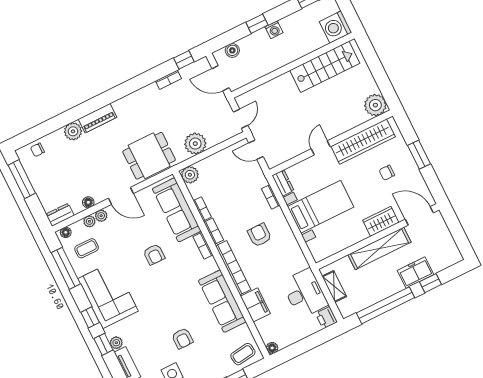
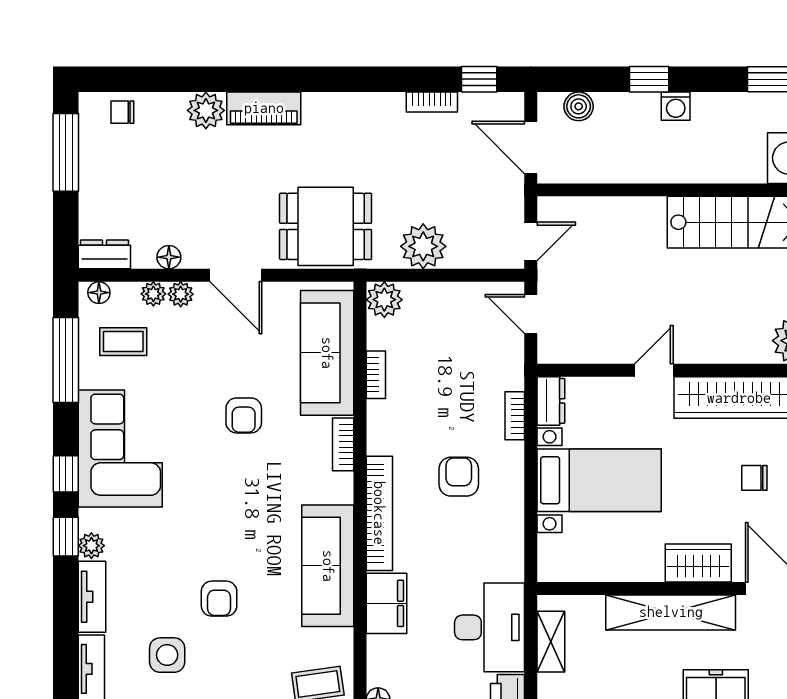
bookcase: (214, 231) -> (377, 427), removed

